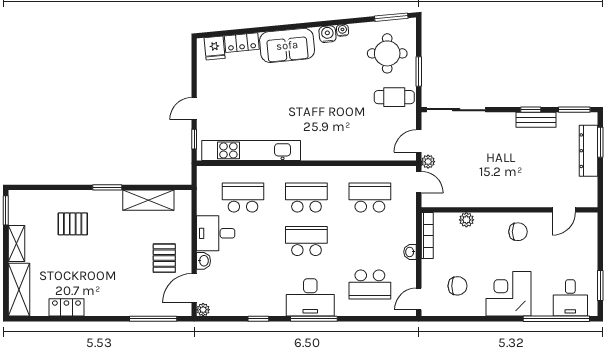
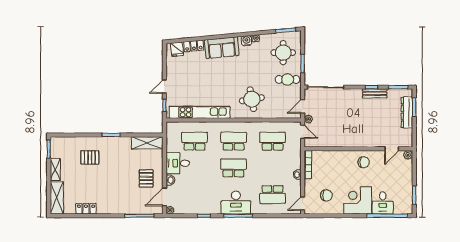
round table: (336, 129) -> (252, 99), added
shelving: (148, 200) -> (147, 143), moved
plant: (466, 220) -> (408, 155), moved
desk: (570, 298) -> (383, 203), moved

